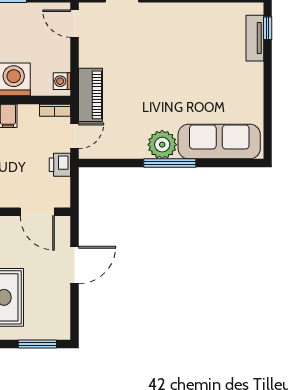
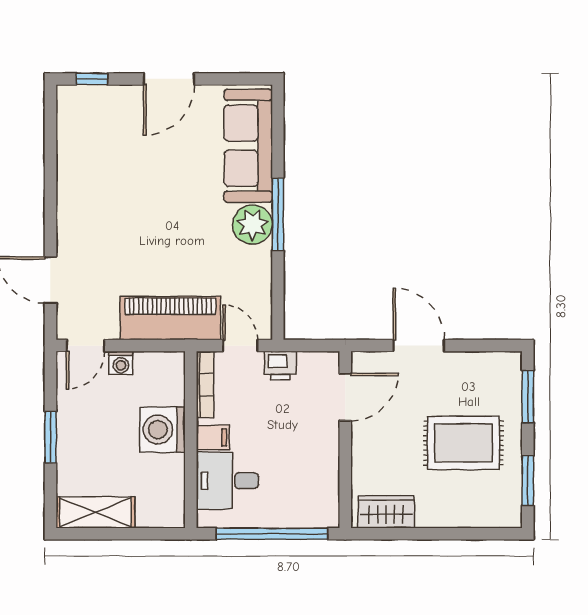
tv unit: (255, 38) -> (105, 97), removed
washing machine: (62, 81) -> (121, 363), moved
door: (268, 84) -> (169, 79), added
piano: (91, 95) -> (170, 318), width x1.37, depth x1.33
bookcase: (55, 110) -> (205, 385), width x1.56

